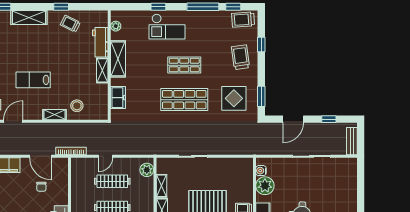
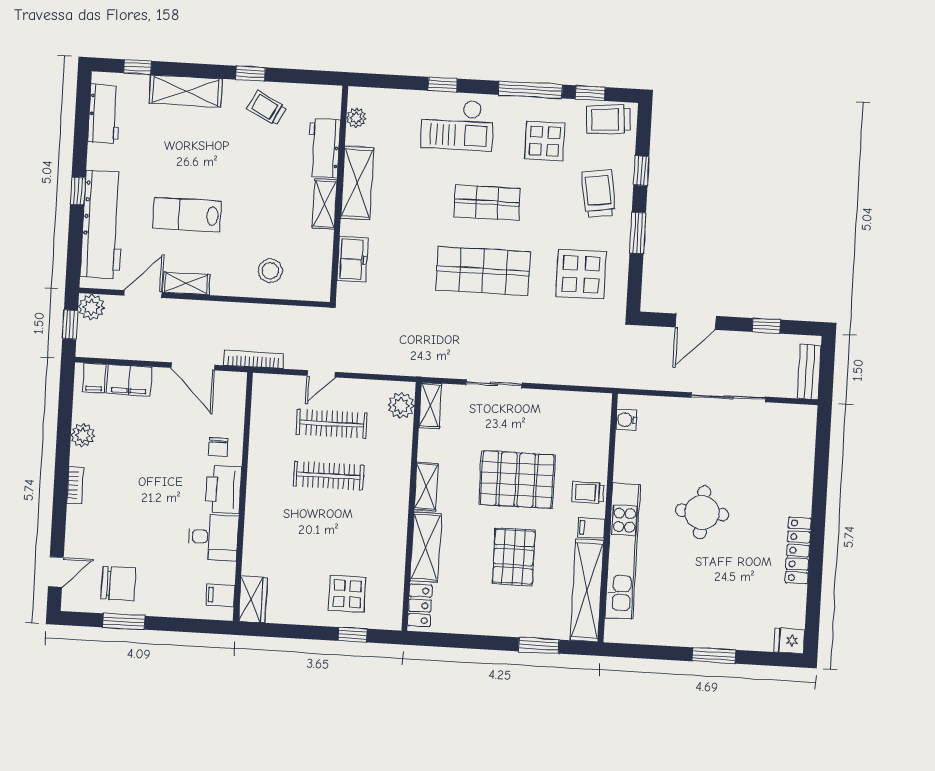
display table: (212, 32) -> (545, 141), added
window: (261, 96) -> (638, 233), moved
shelving: (55, 115) -> (186, 283), moved
shelving: (162, 186) -> (430, 406), moved
plant: (265, 186) -> (632, 450), removed
chair: (41, 187) -> (218, 447), moved

